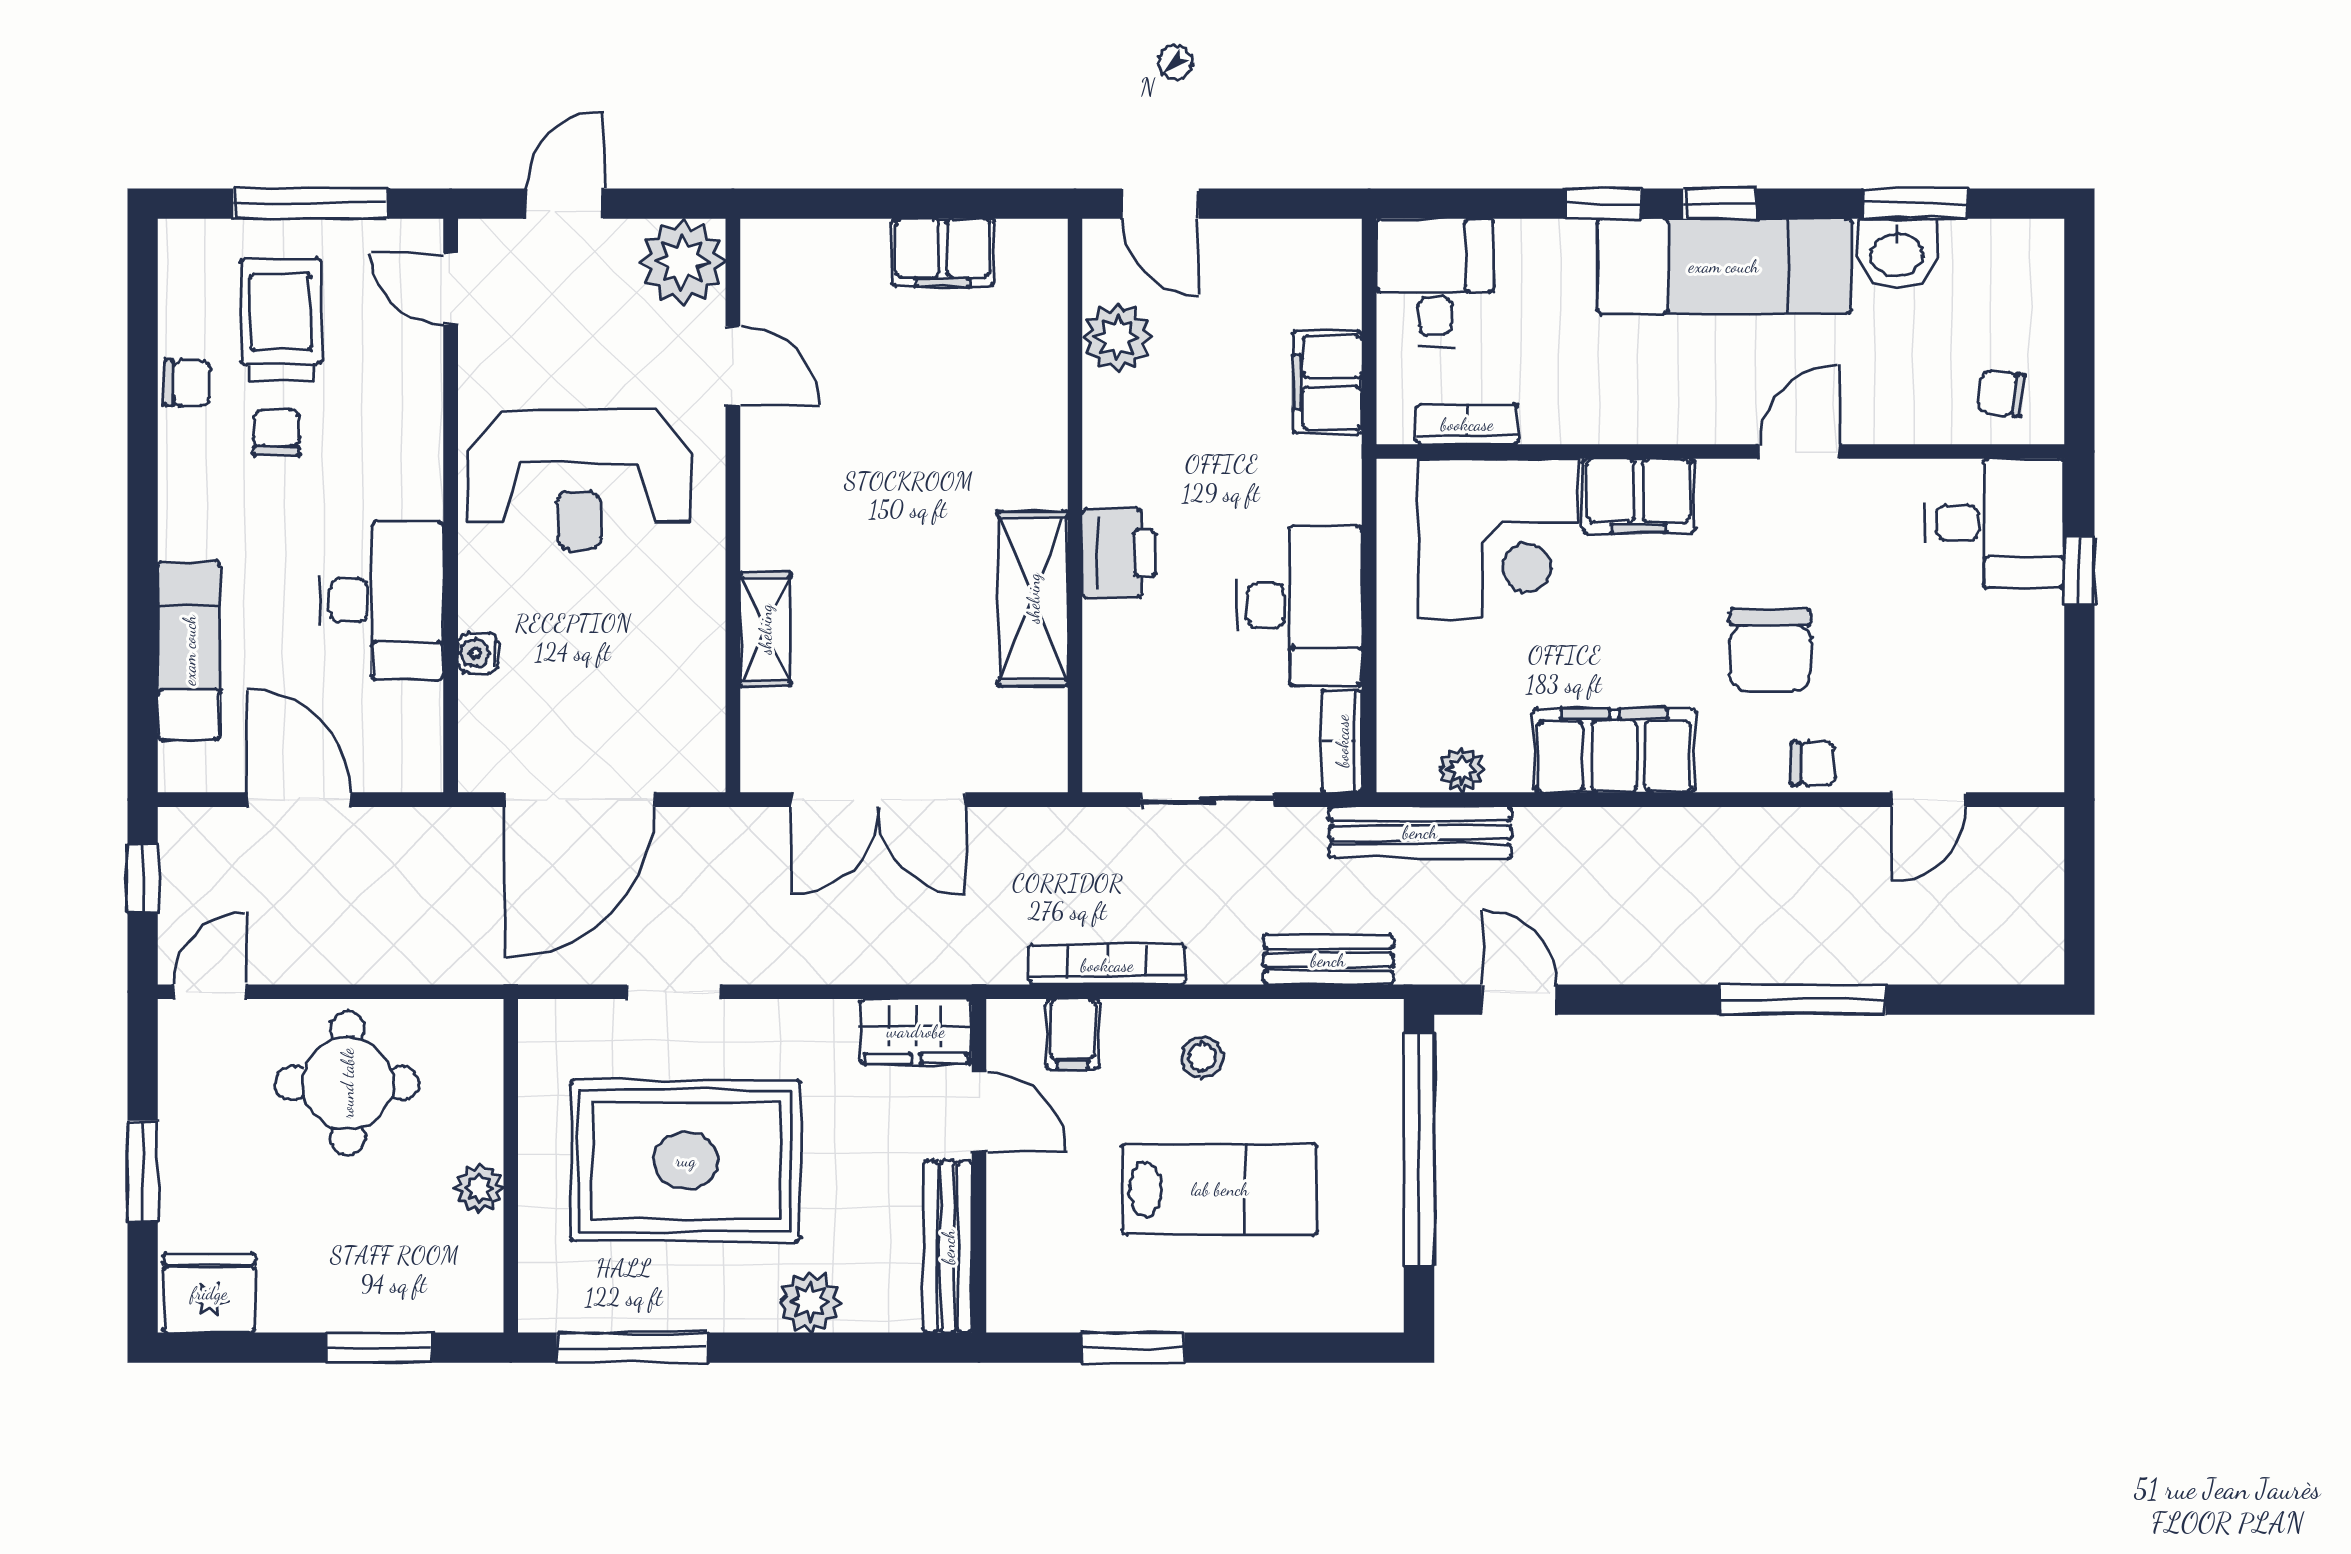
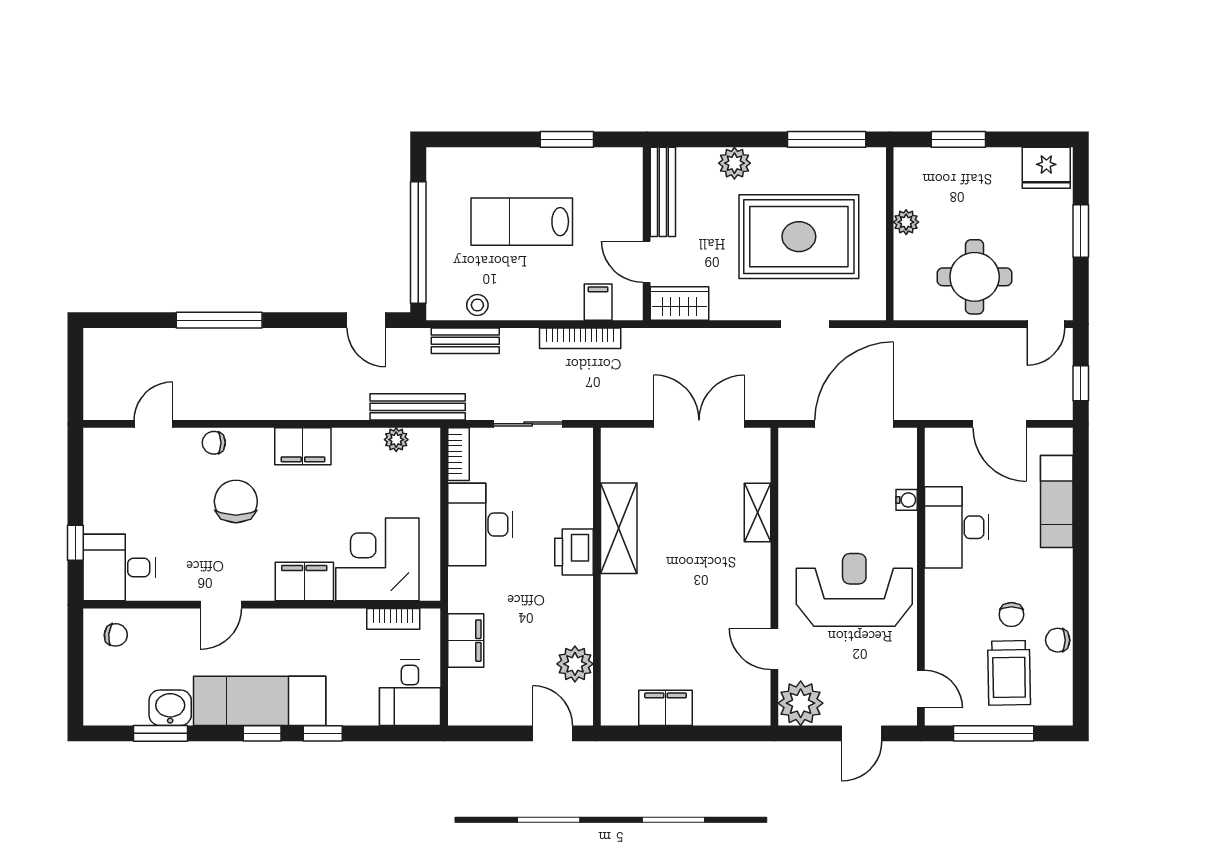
filing cabinet: (1614, 751) -> (303, 446), width x0.67, depth x0.86
stool: (1202, 1057) -> (477, 305), moved

